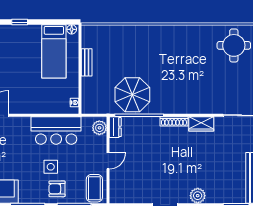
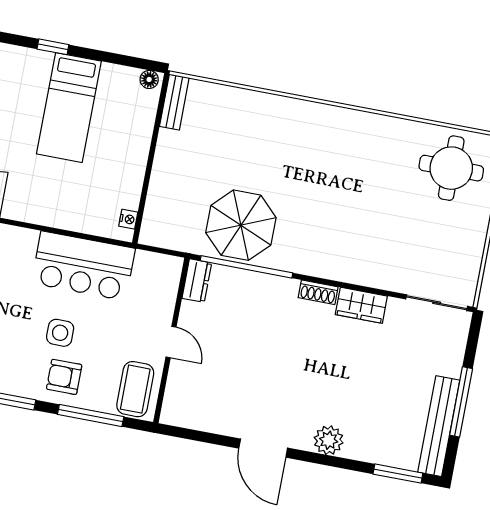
bed: (54, 51) -> (69, 108), moved
bench: (87, 62) -> (174, 102), moved
shoe rack: (174, 121) -> (318, 292), width x0.70
plant: (99, 128) -> (167, 276), removed
door: (108, 161) -> (171, 342), hinge flipped

